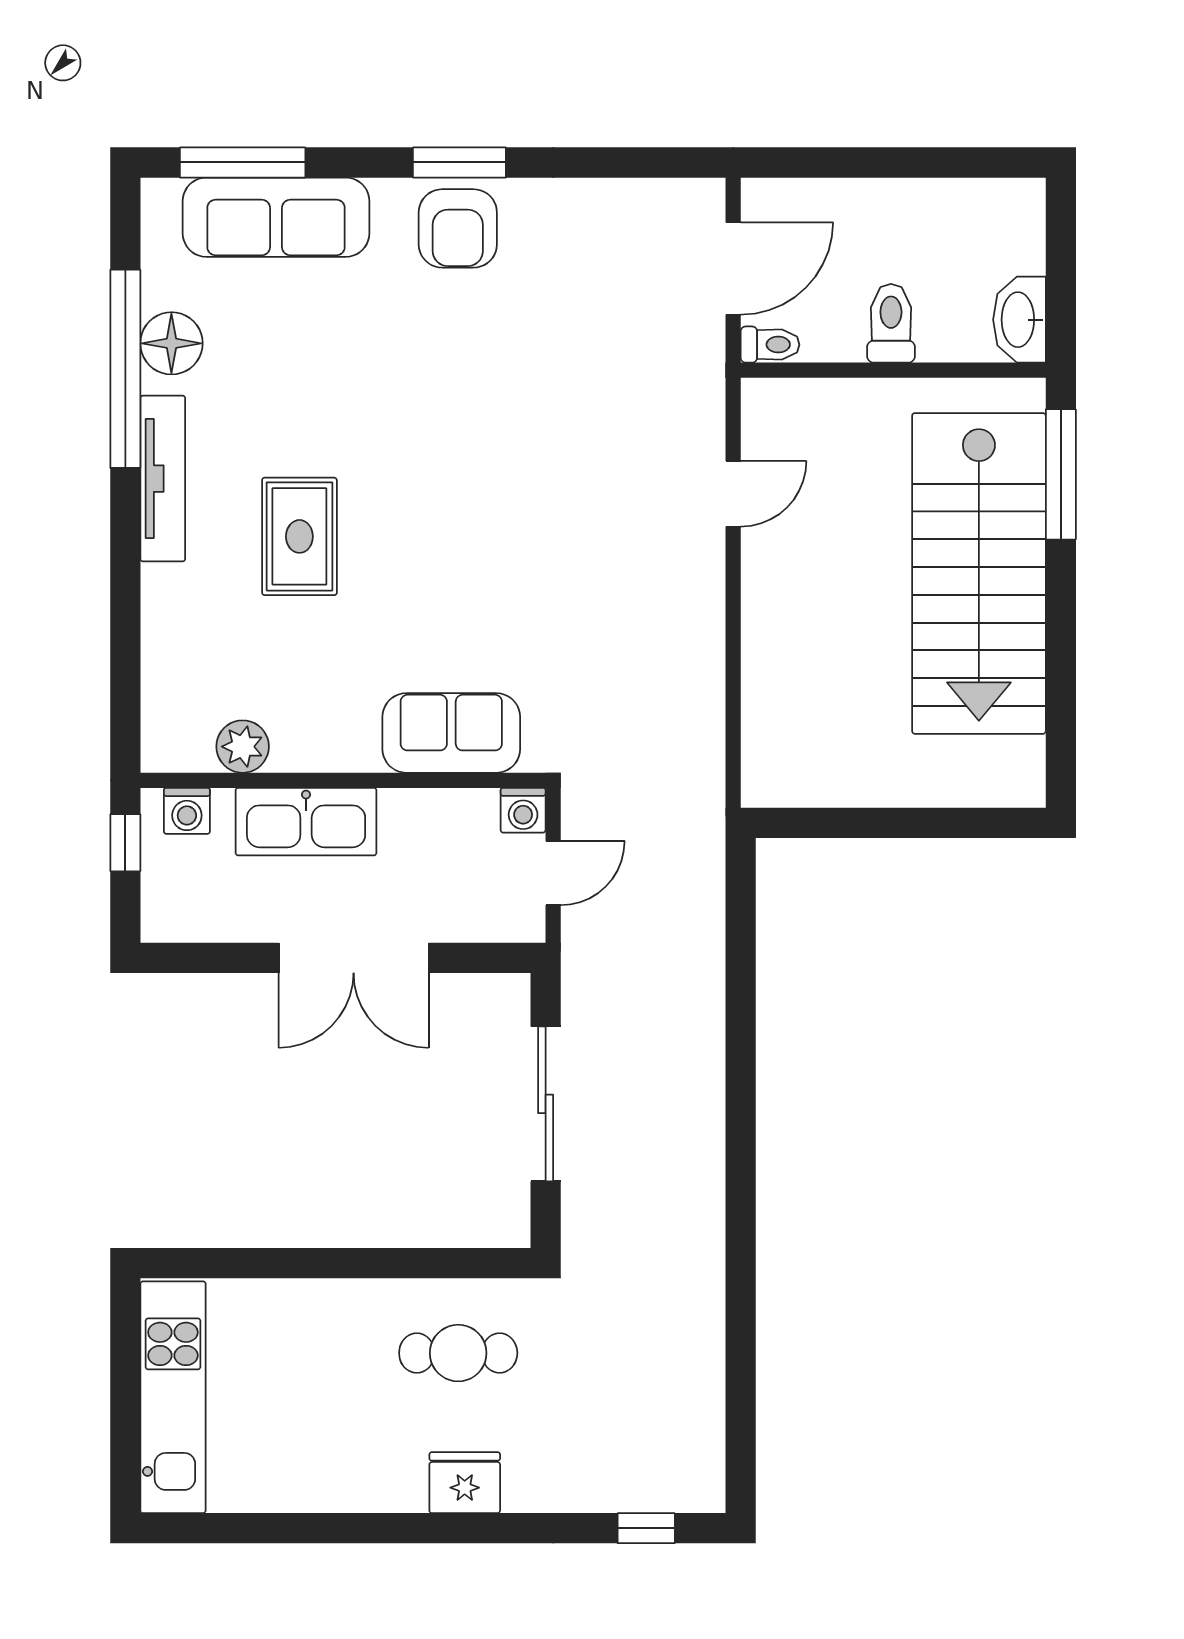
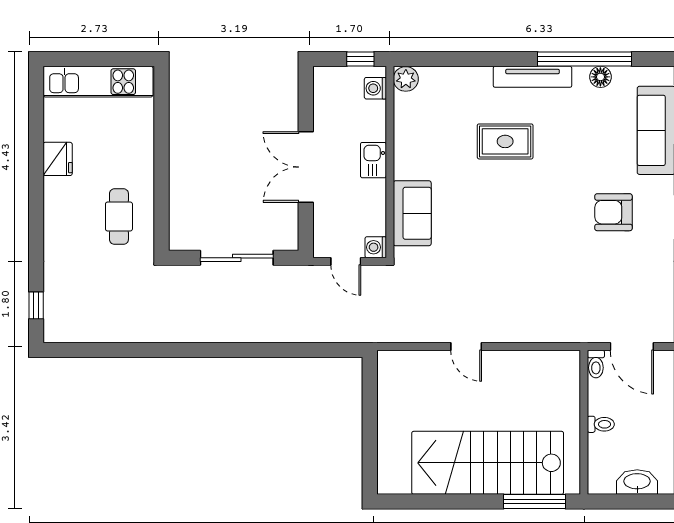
armchair: (458, 228) -> (613, 212), moved
washbasin: (1019, 320) -> (637, 482), moved
toilet: (891, 323) -> (601, 424), width x0.73, depth x0.72
floor lamp: (171, 343) -> (600, 77), width x0.73, depth x0.73
door: (733, 494) -> (466, 347), moved
plant: (243, 747) -> (406, 79), moved
kitchen sink: (306, 822) -> (373, 160), width x0.53, depth x0.81
fridge: (465, 1483) -> (58, 159), moved

